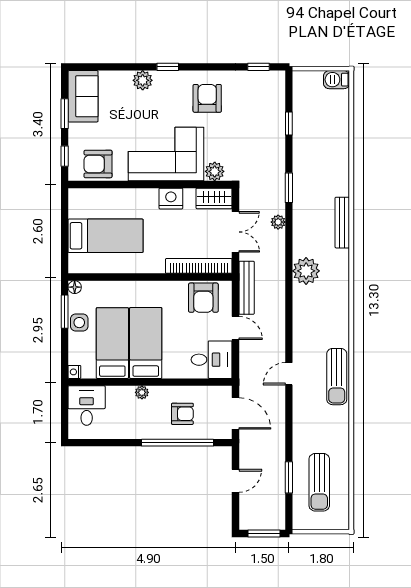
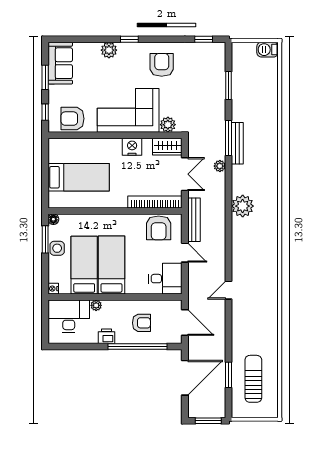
window: (289, 124) -> (229, 85), width x1.50
window: (289, 188) -> (229, 138), width x1.44
bench: (342, 223) -> (237, 143), moved
sun lounger: (337, 377) -> (268, 292), removed
plant: (142, 392) -> (96, 305), moved
desk: (87, 406) -> (69, 316), width x1.37
printer: (140, 430) -> (106, 336), added
door: (236, 481) -> (185, 378), width x1.87
sun lounger: (319, 482) -> (253, 379), turned 180

